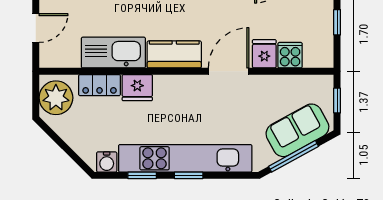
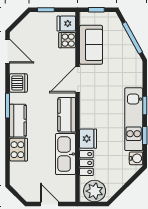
fridge: (264, 54) -> (66, 24), moved
door: (229, 71) -> (78, 80), hinge flipped
sofa: (297, 130) -> (91, 45), moved, turned -151
kitchen unit: (185, 158) -> (134, 119), width x0.73

